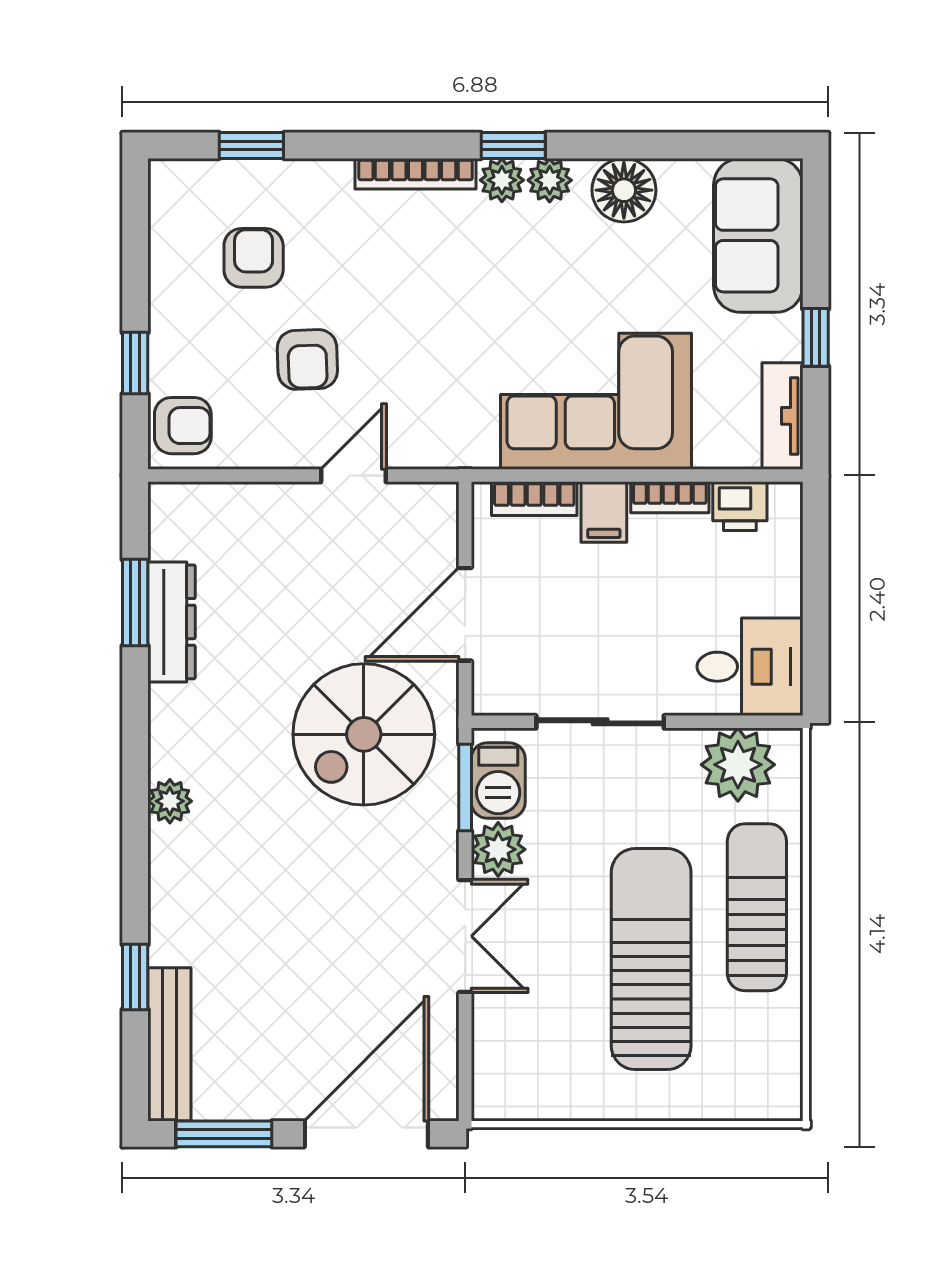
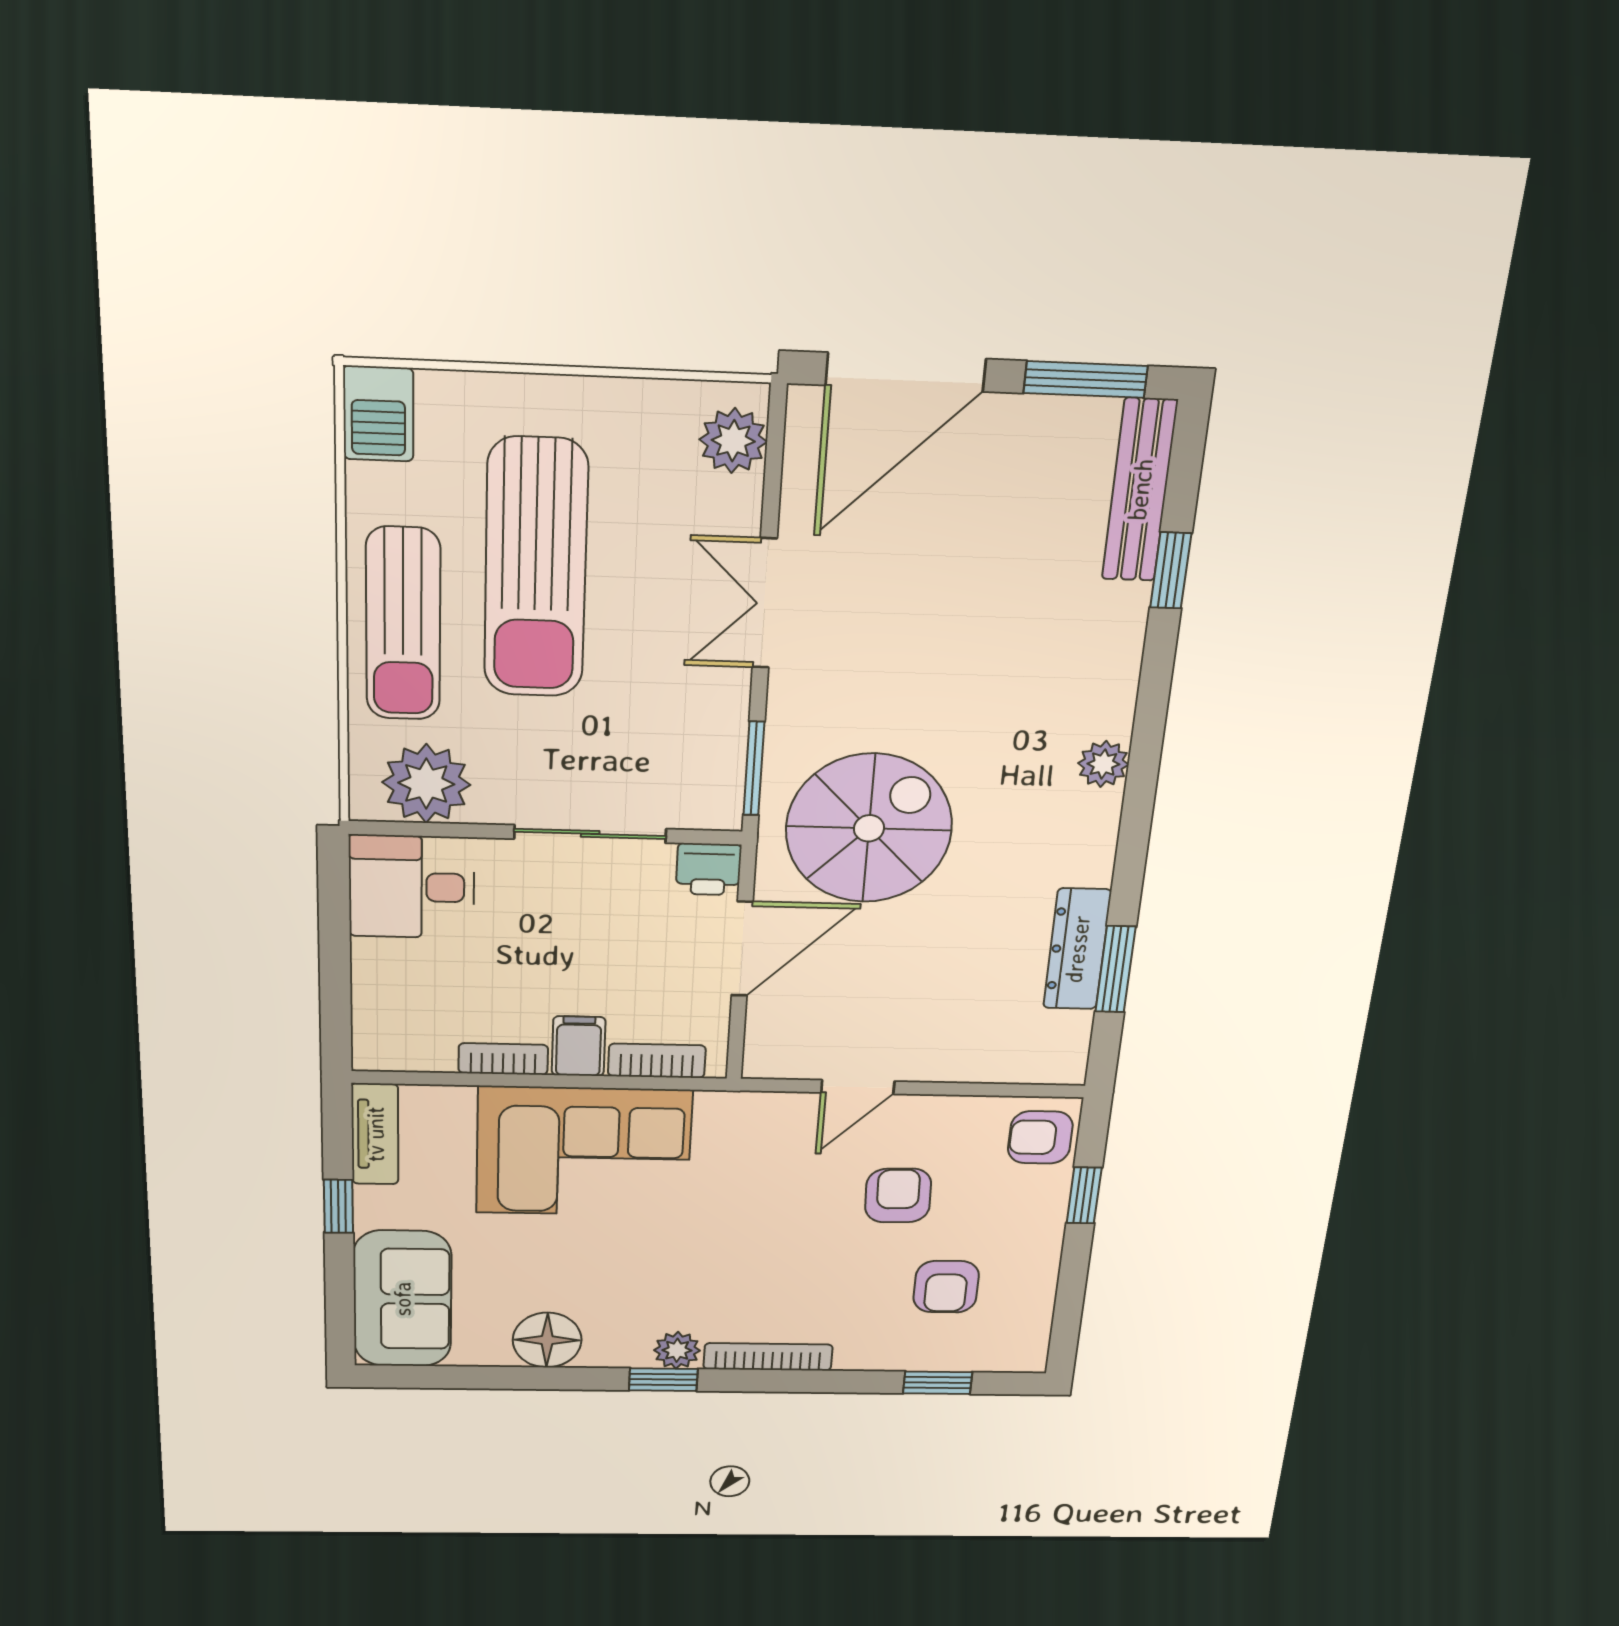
plant: (550, 180) -> (626, 1350), removed
printer: (740, 506) -> (709, 869), moved, turned 180
barbecue: (498, 780) -> (378, 414), moved, turned 180
plant: (498, 849) -> (733, 441), moved

